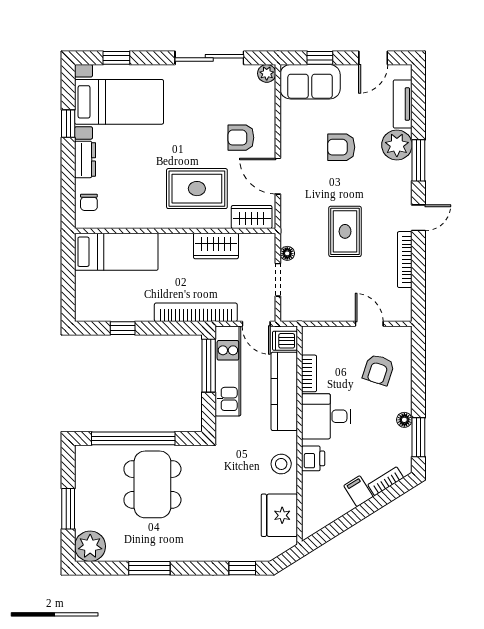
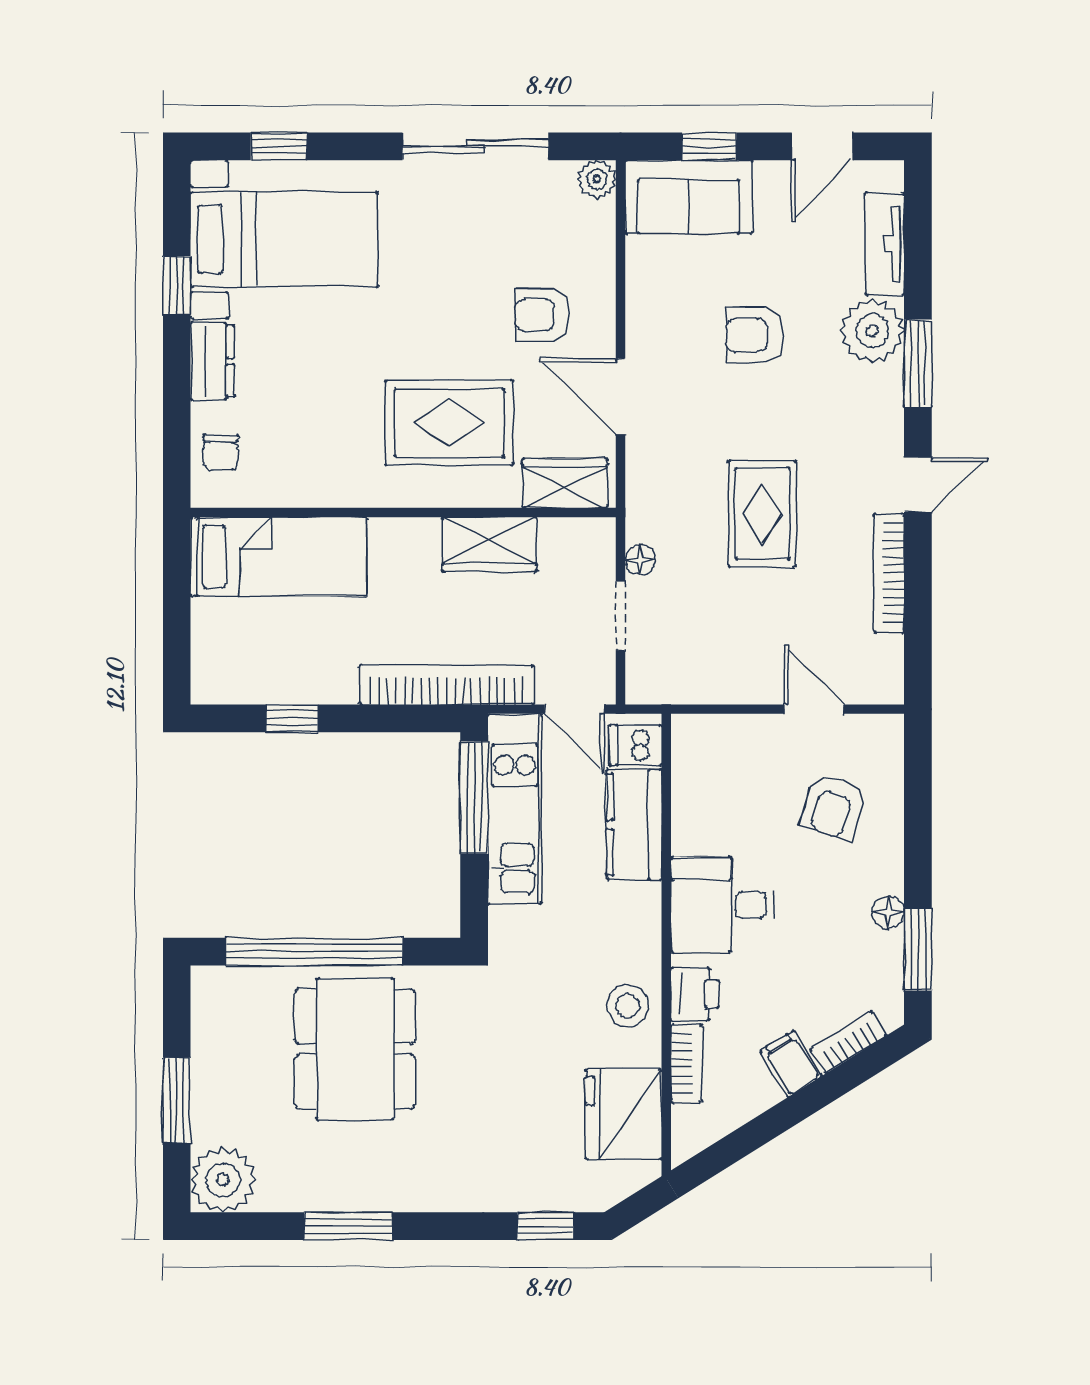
bookcase: (309, 373) -> (686, 1063), moved
kitchen counter: (284, 391) -> (634, 825), width x0.67

